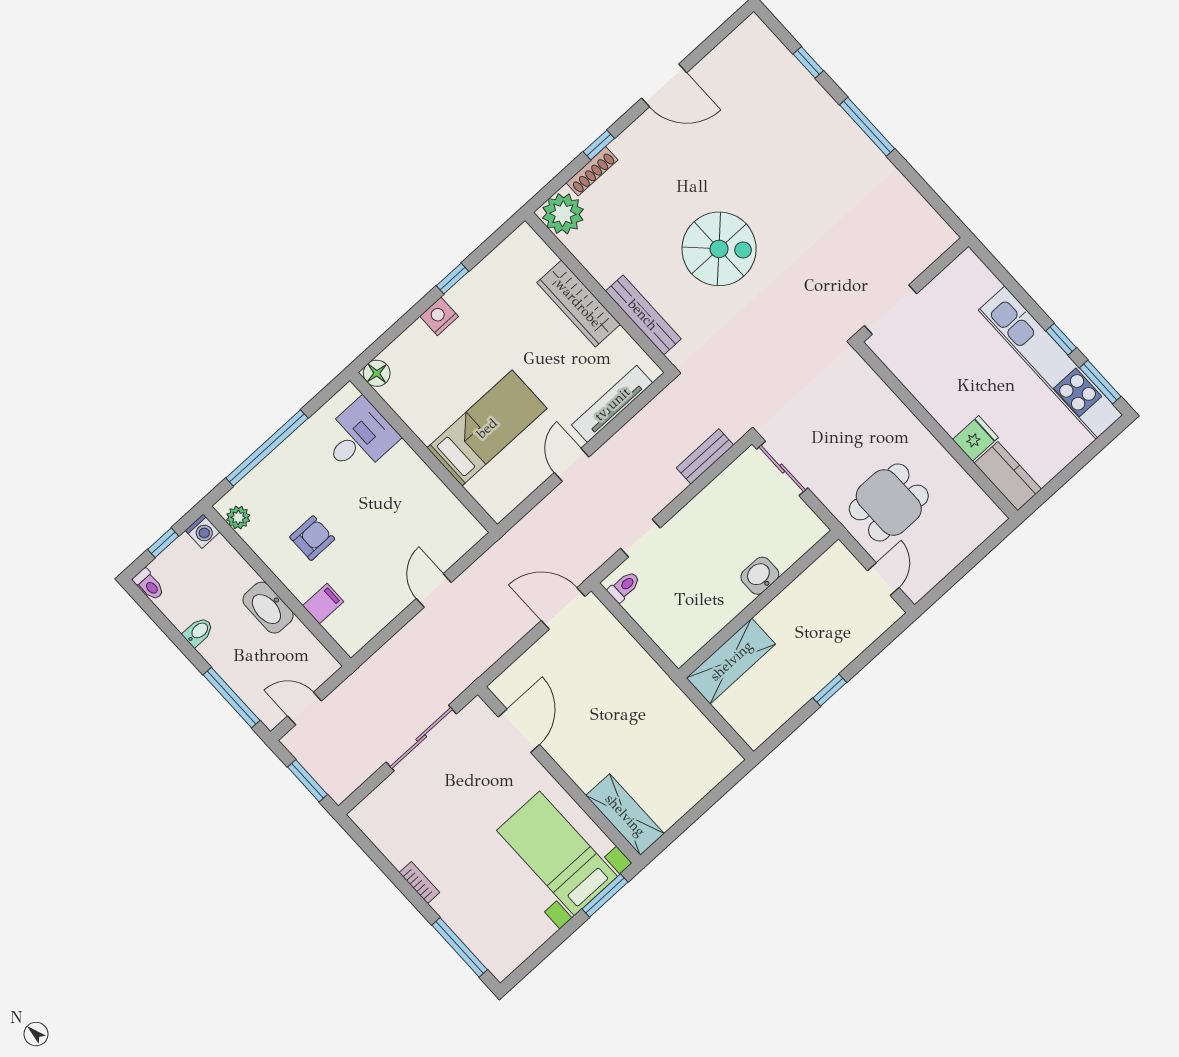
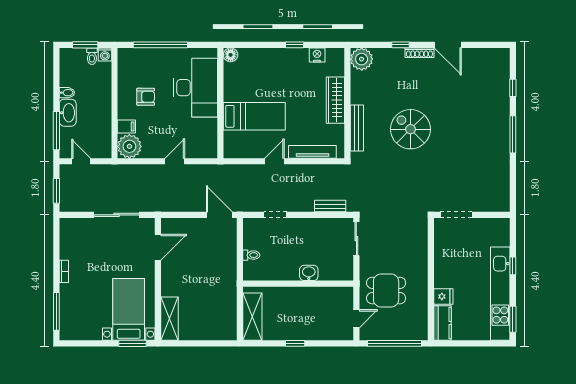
shoe rack: (592, 171) -> (419, 53), moved
spiral stairs: (719, 249) -> (410, 129), turned 180
nightstand: (439, 316) -> (317, 55), moved
window: (1061, 339) -> (513, 266), moved
desk: (359, 437) -> (195, 88), width x1.87, depth x1.30
plant: (238, 517) -> (129, 146), moved, width x1.88, depth x1.88
window: (163, 543) -> (85, 45), width x1.50
window: (967, 565) -> (394, 343), added
toilet: (149, 585) -> (92, 56), moved
toilet: (624, 587) -> (251, 255), moved
washbasin: (268, 608) -> (68, 113), moved, turned 180
shelving: (731, 661) -> (252, 317), moved, turned 90

